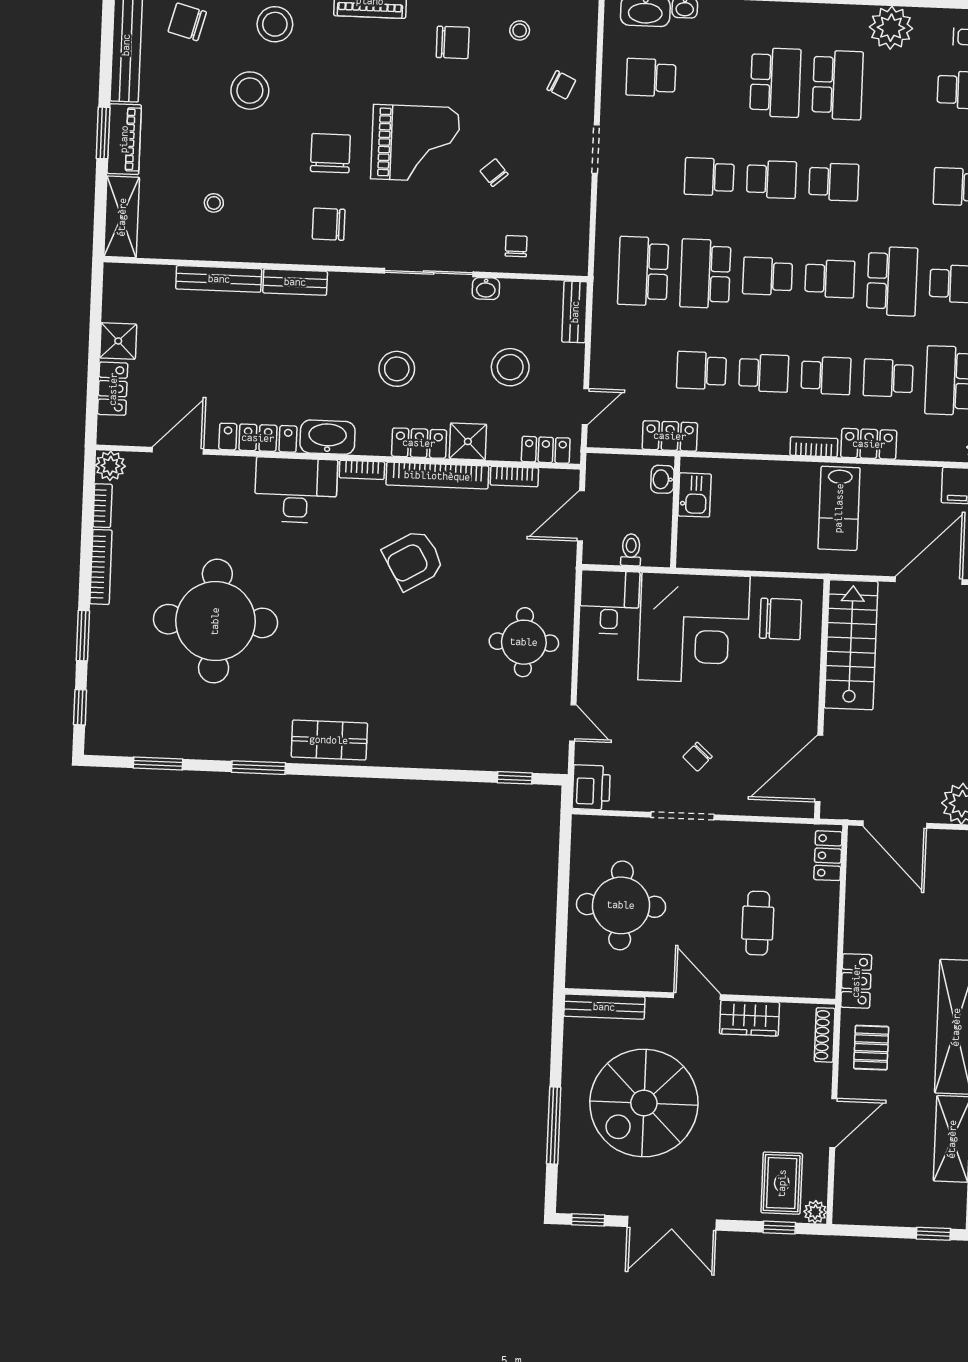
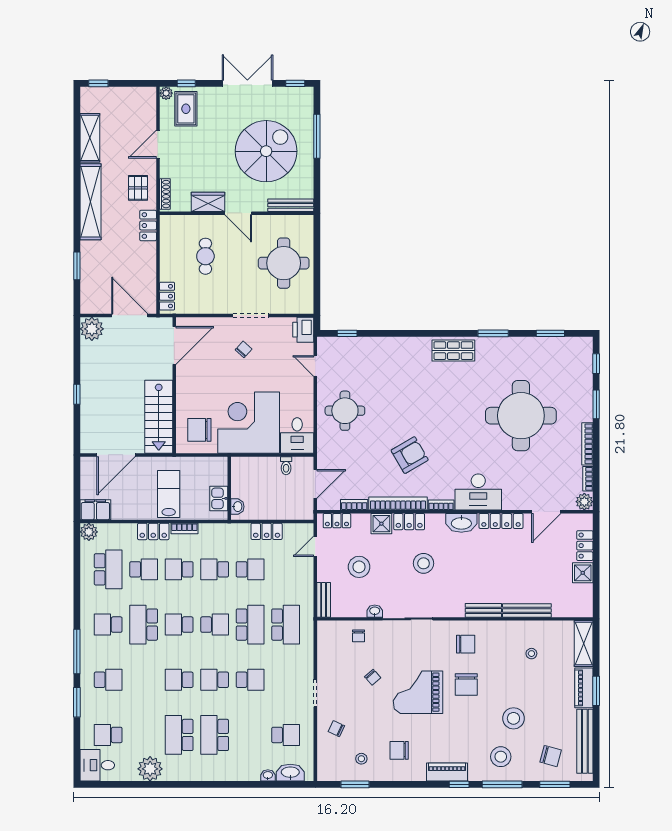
washbasin: (662, 479) -> (237, 507), moved
kitchen sink: (695, 495) -> (219, 498), moved
wall: (675, 512) -> (229, 488), moved

